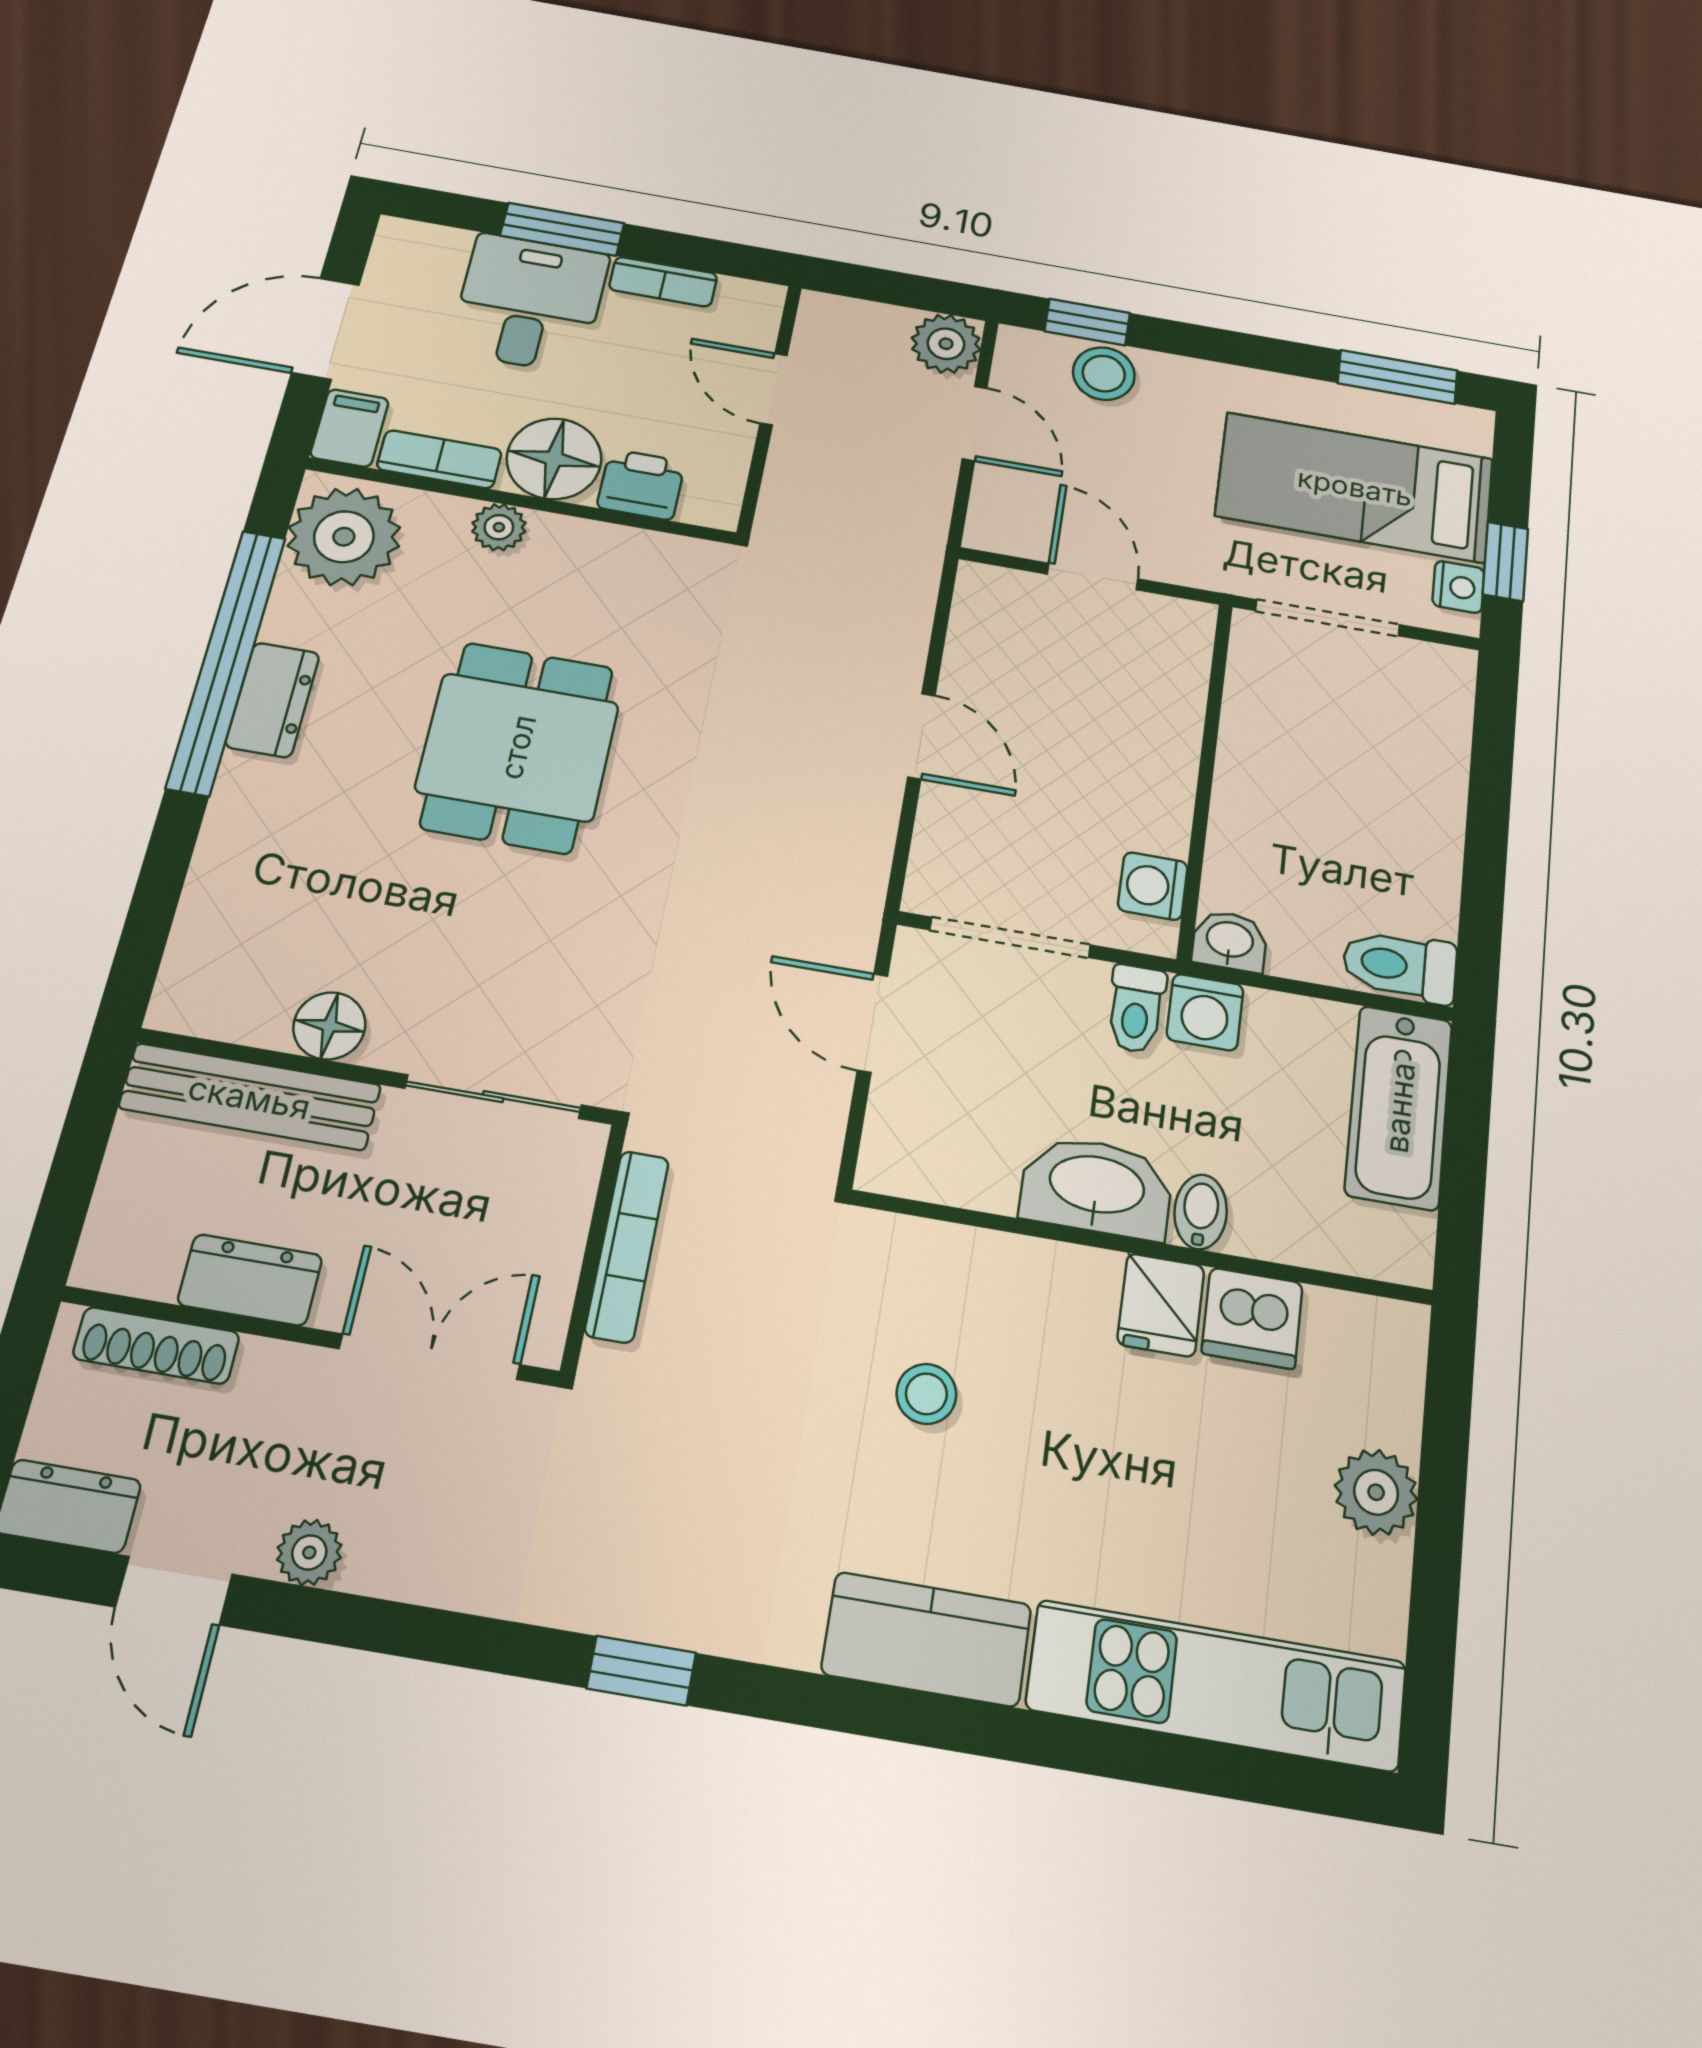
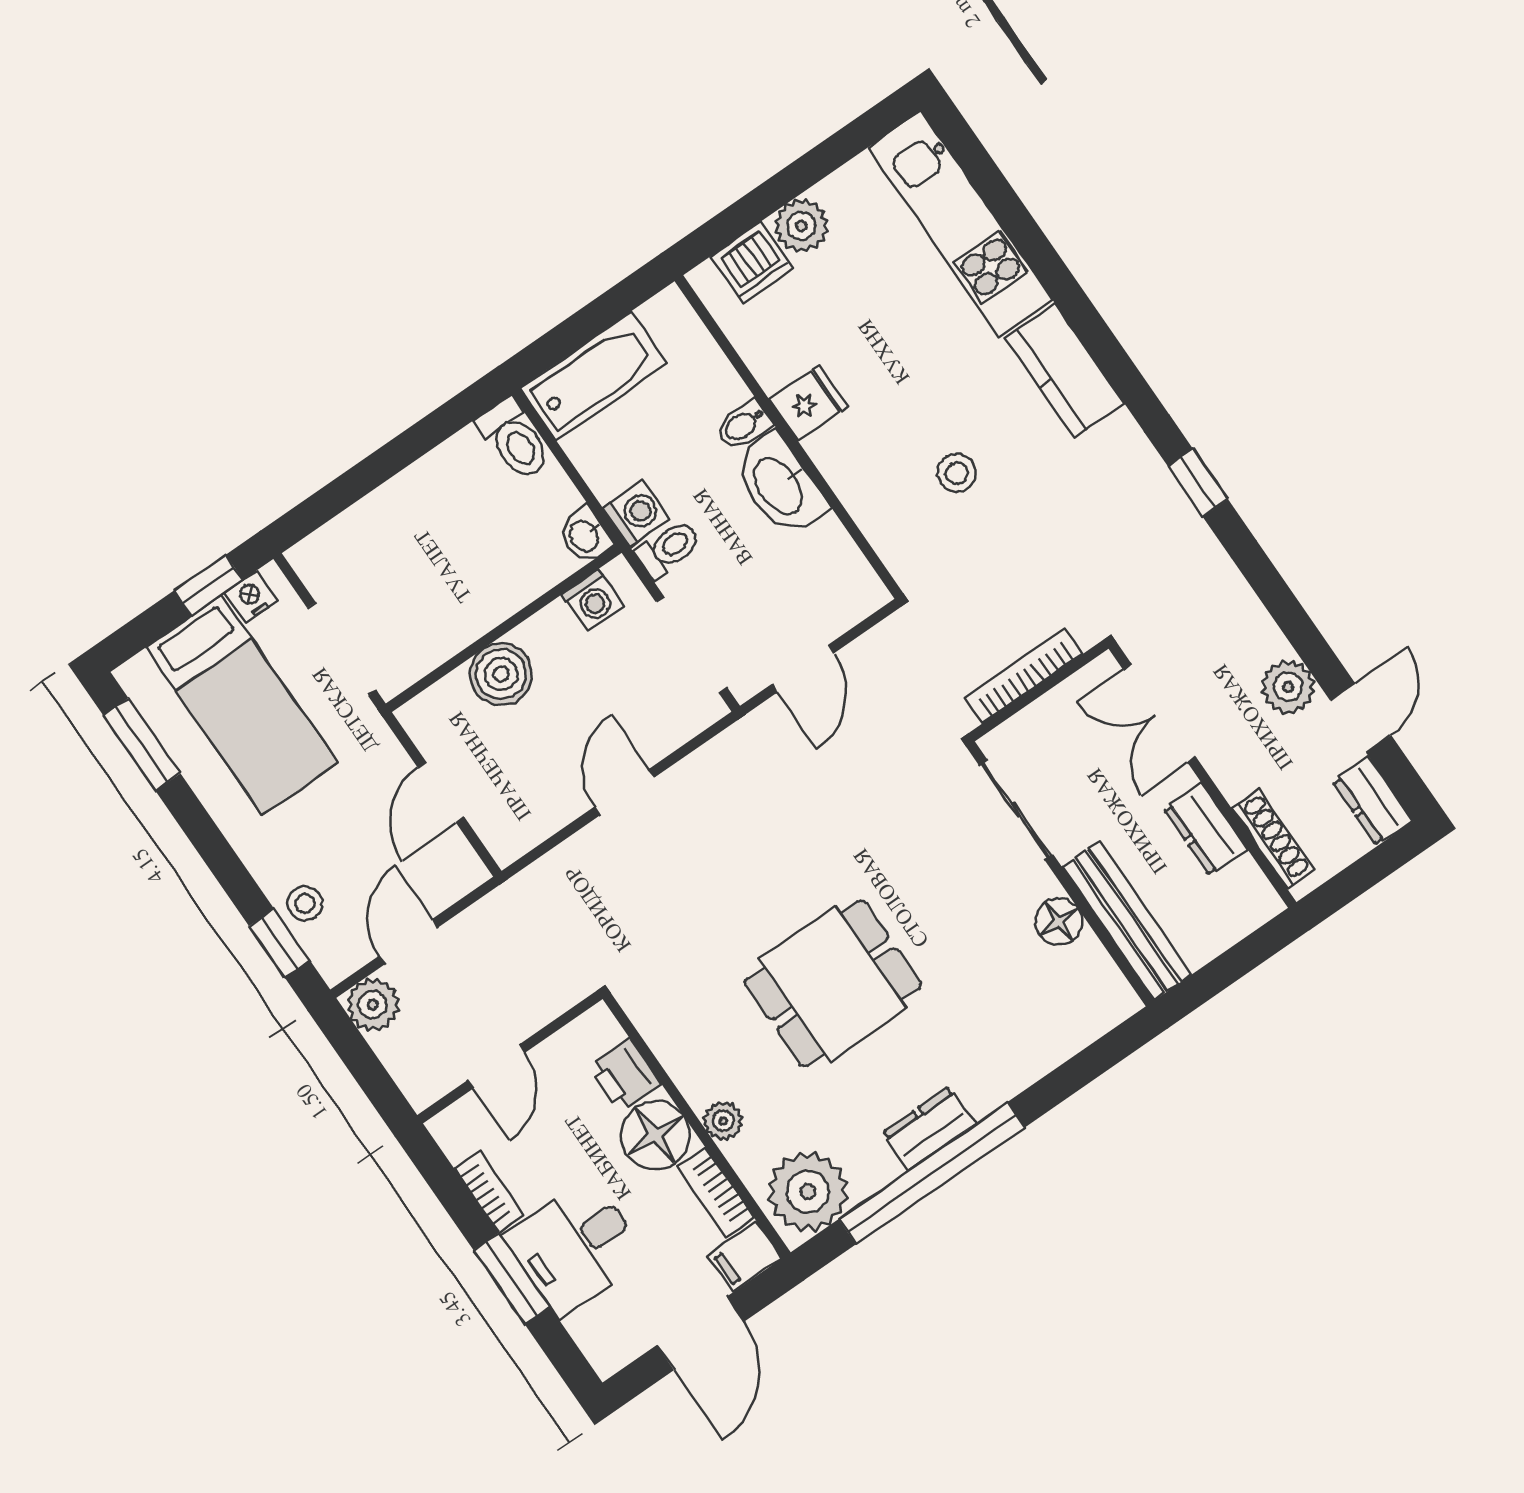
door: (326, 329) -> (700, 1333), hinge flipped
stool: (1104, 374) -> (305, 903), width x0.73, depth x0.73
boiler: (1160, 734) -> (501, 674), added
dishwasher: (1252, 1318) -> (752, 262), moved, turned 90
plant: (309, 1552) -> (1288, 687), width x1.38, depth x1.38

